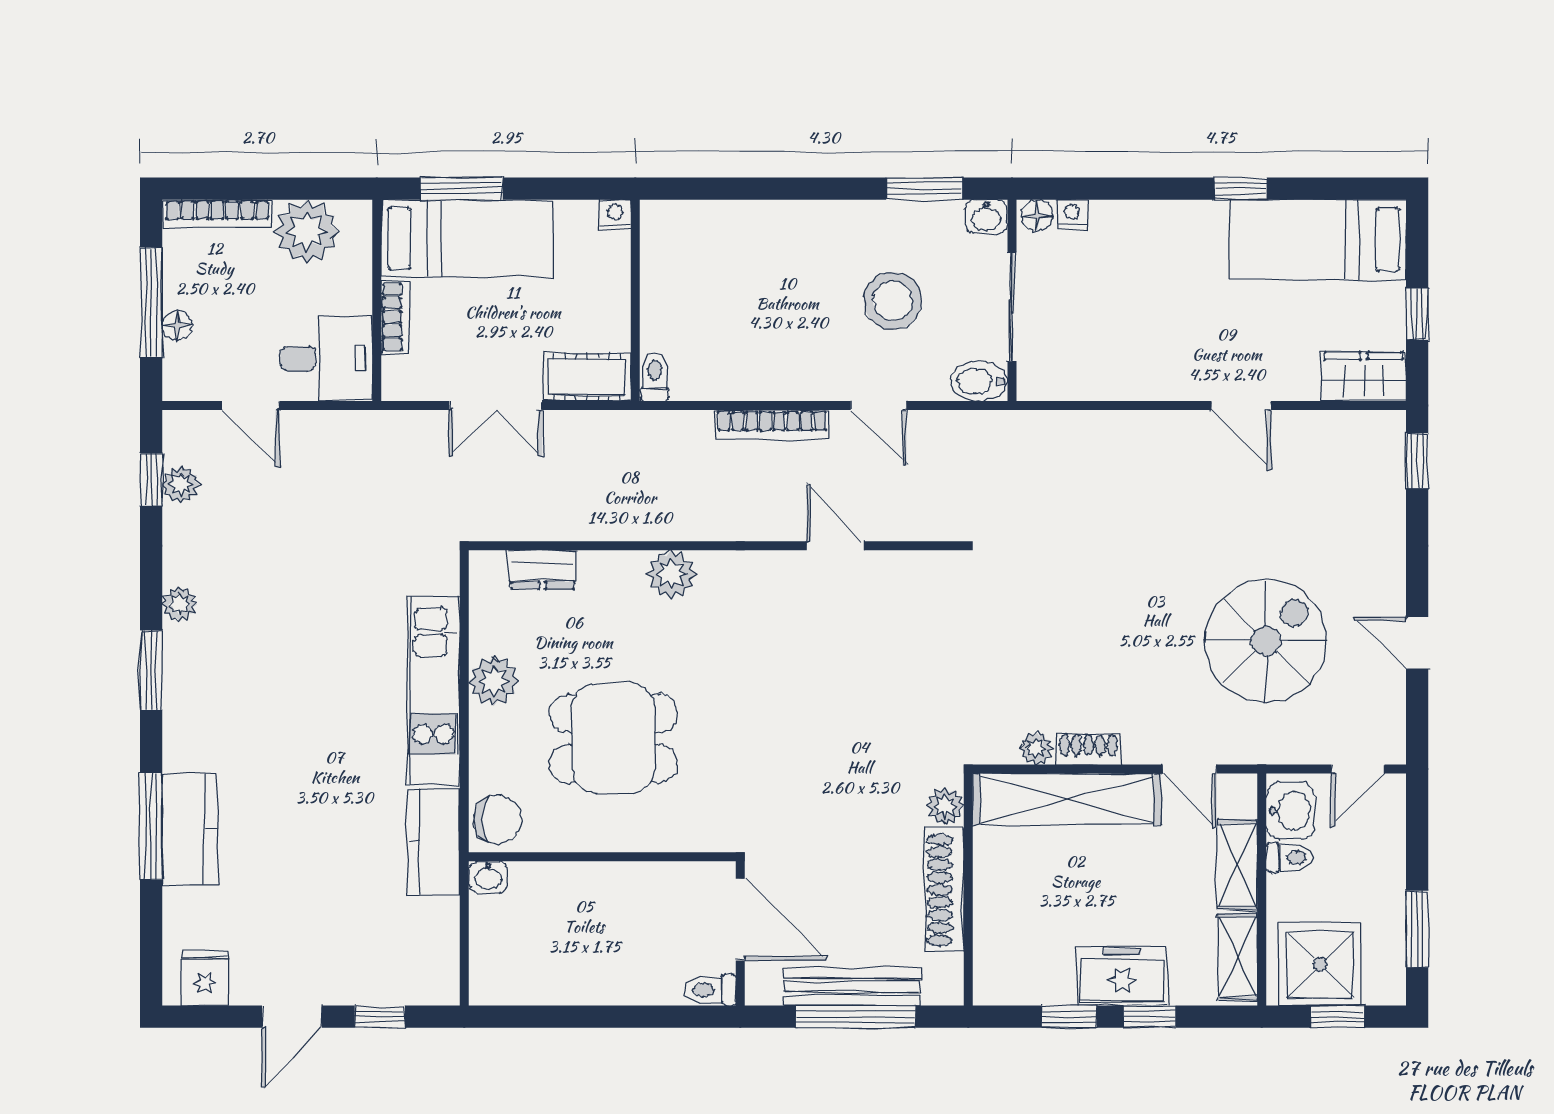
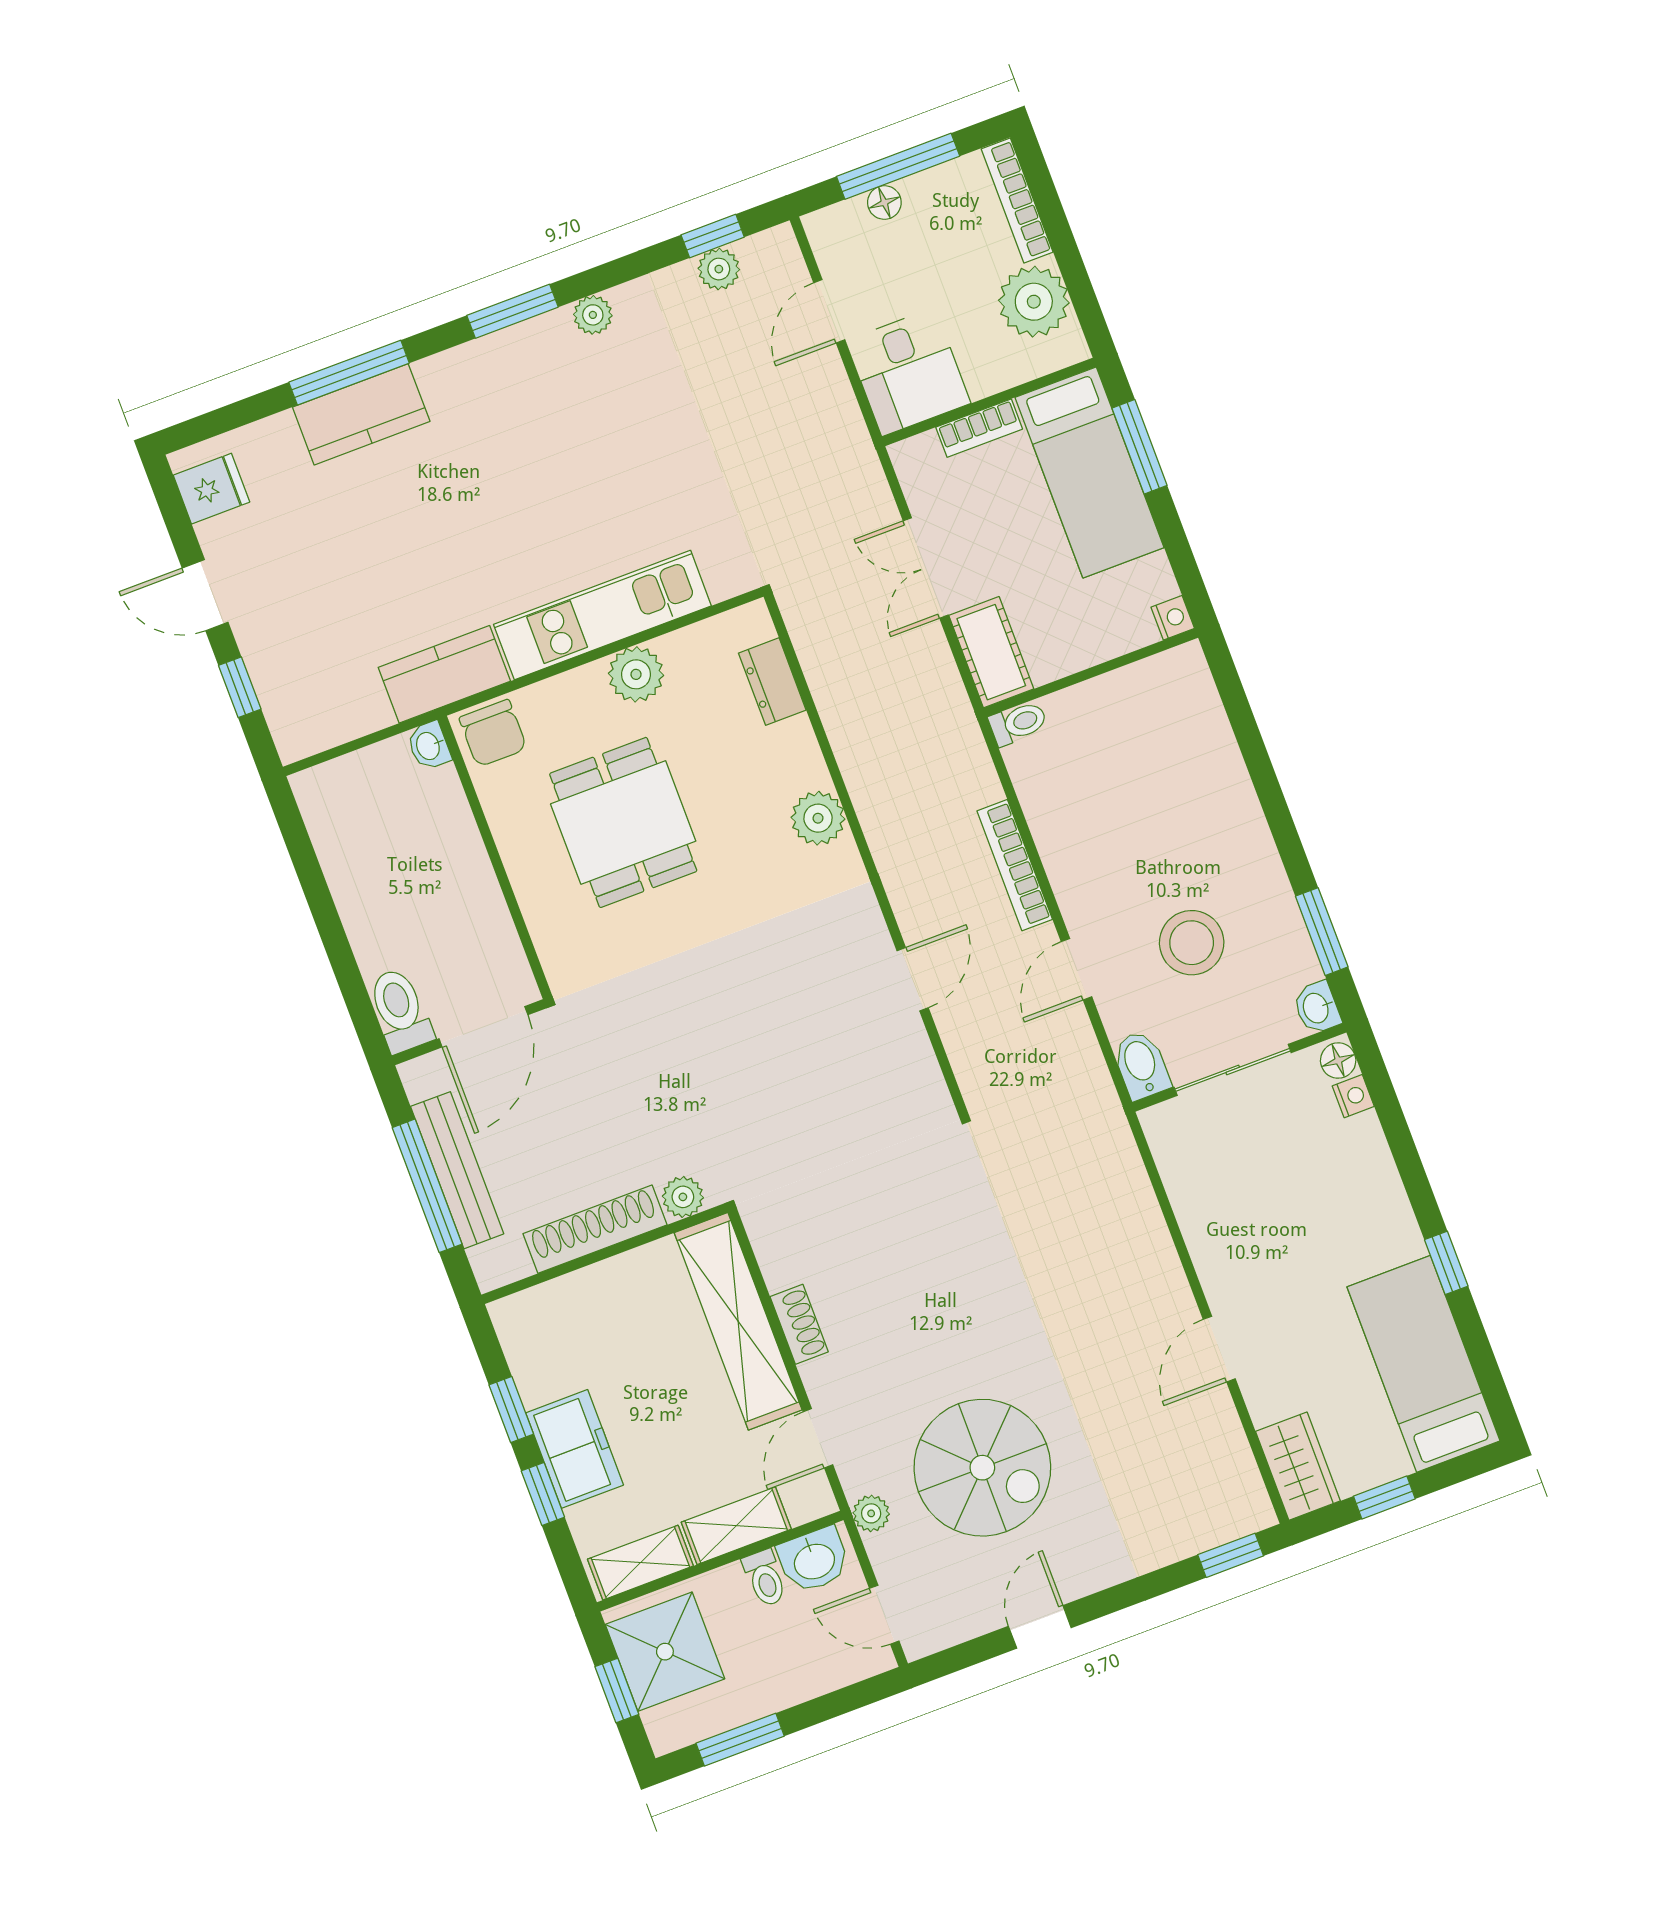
plant: (1036, 748) -> (871, 1513), moved
toilet: (710, 990) -> (400, 1010), width x1.37, depth x1.39

